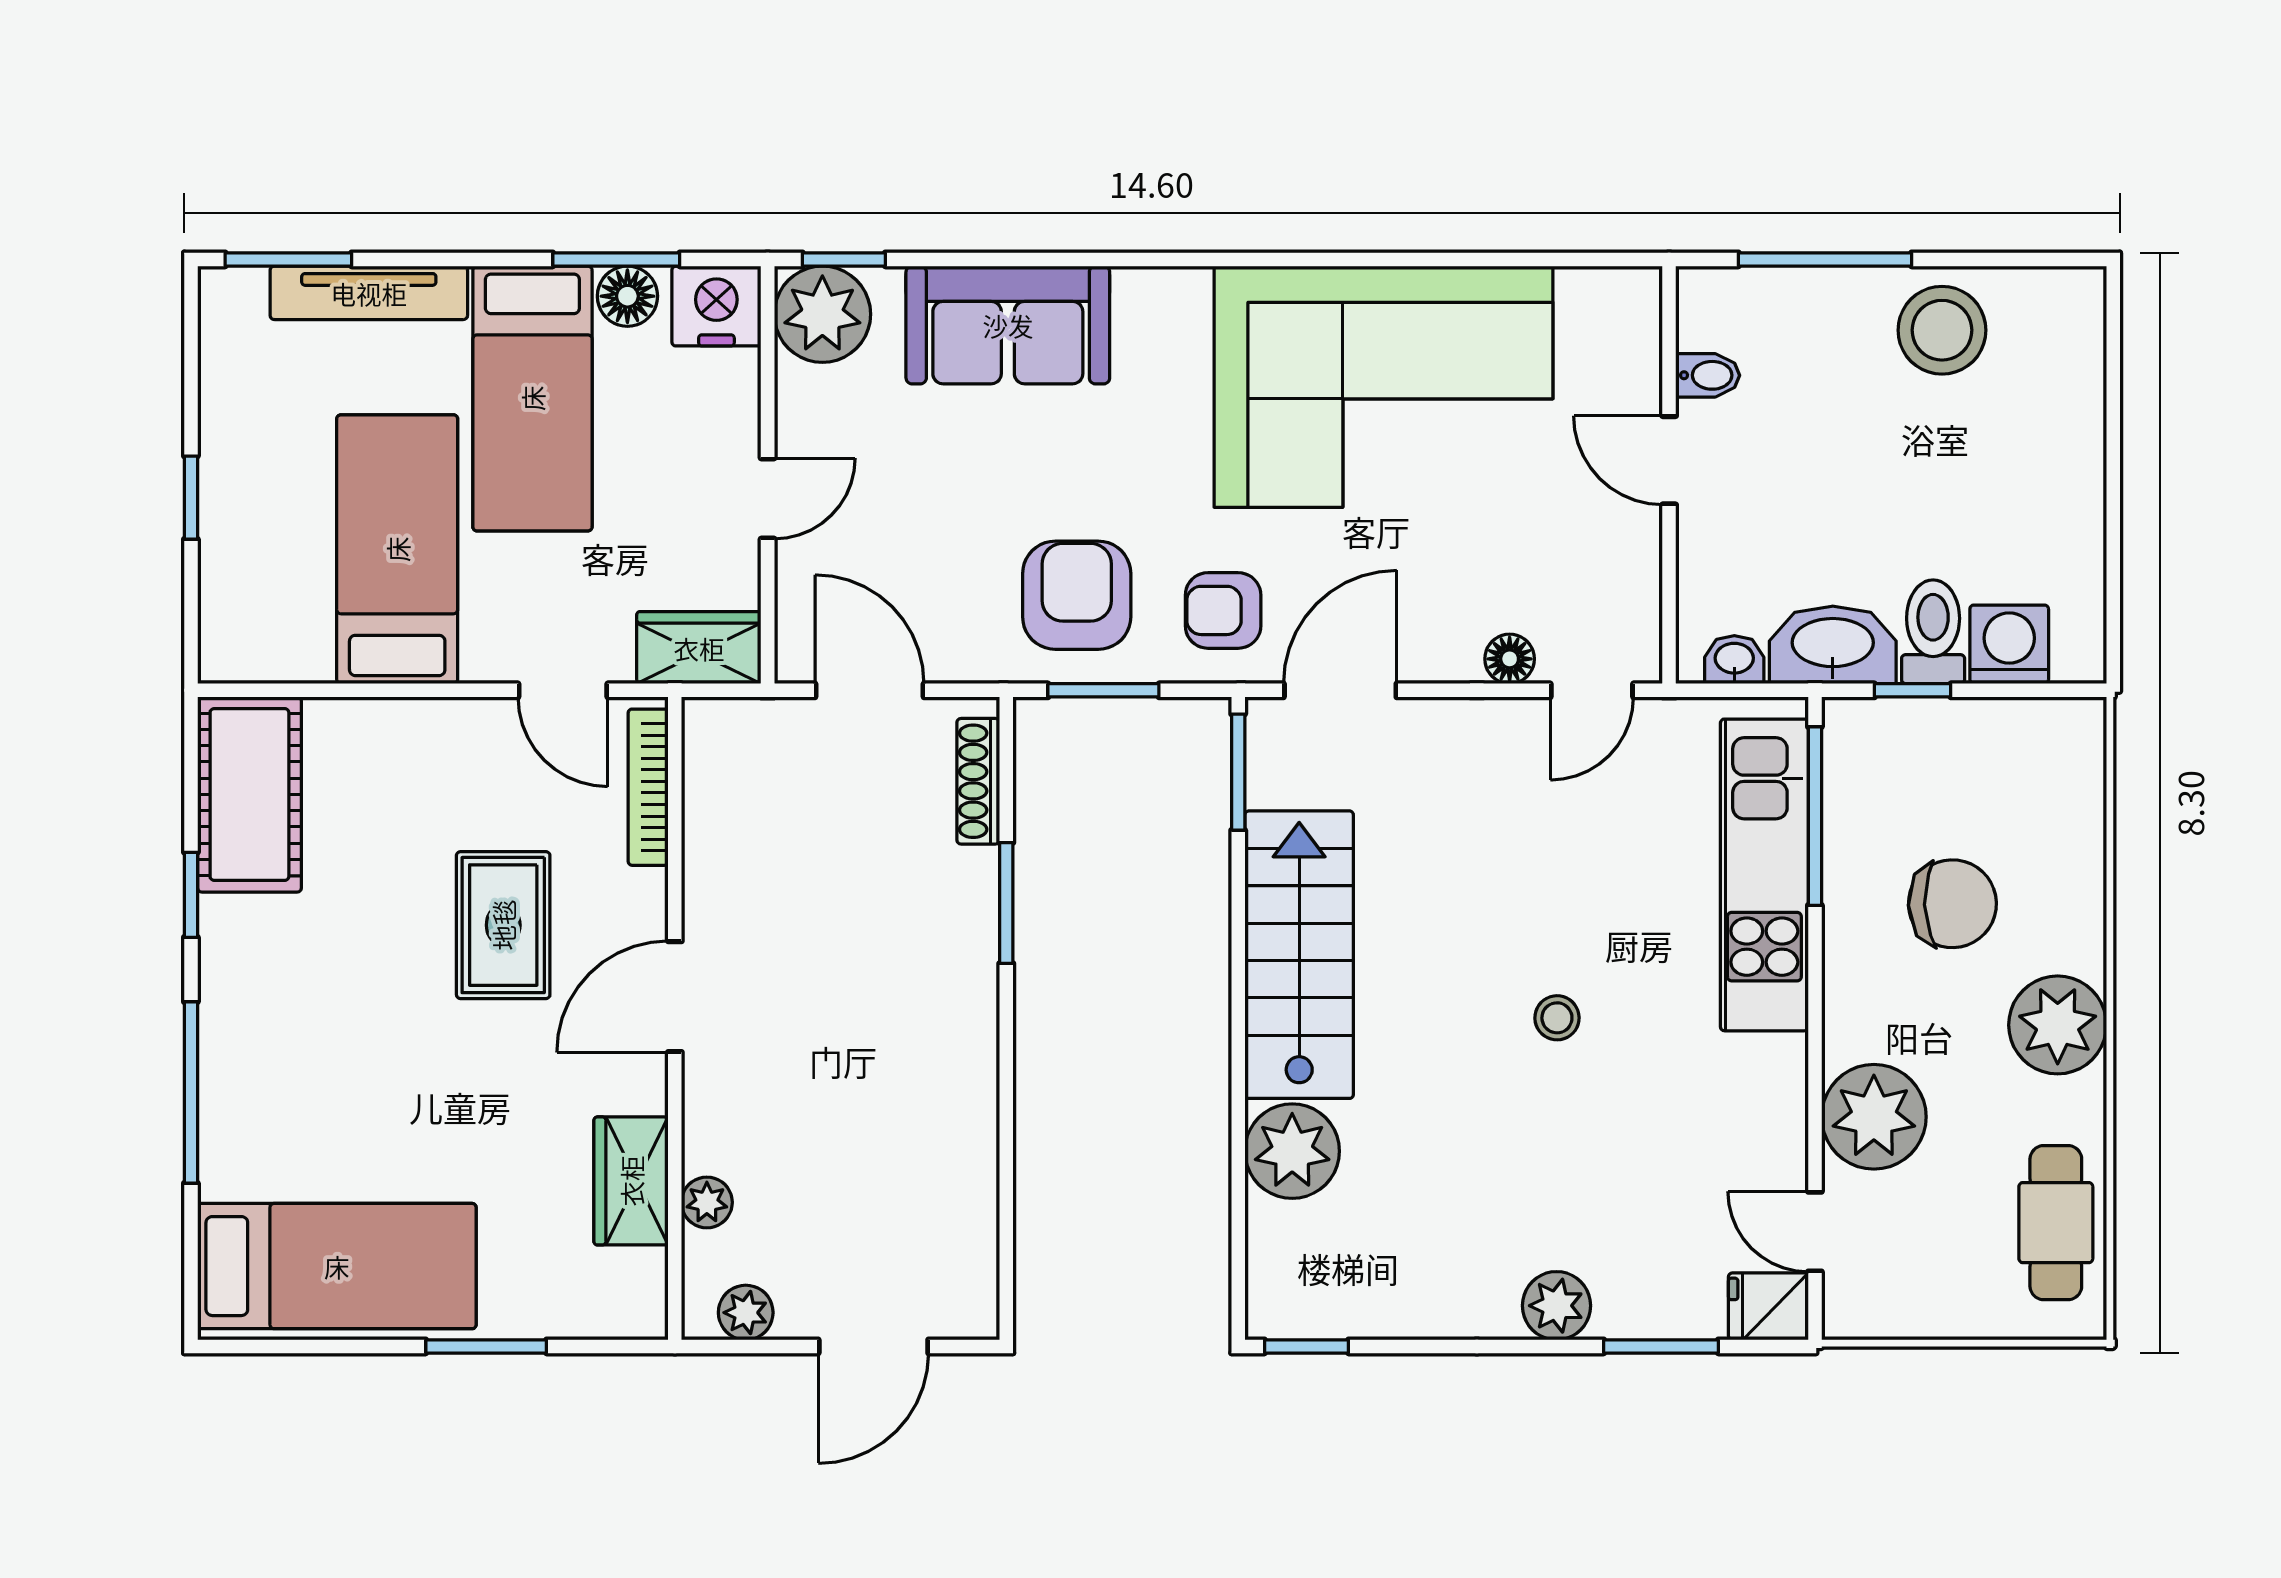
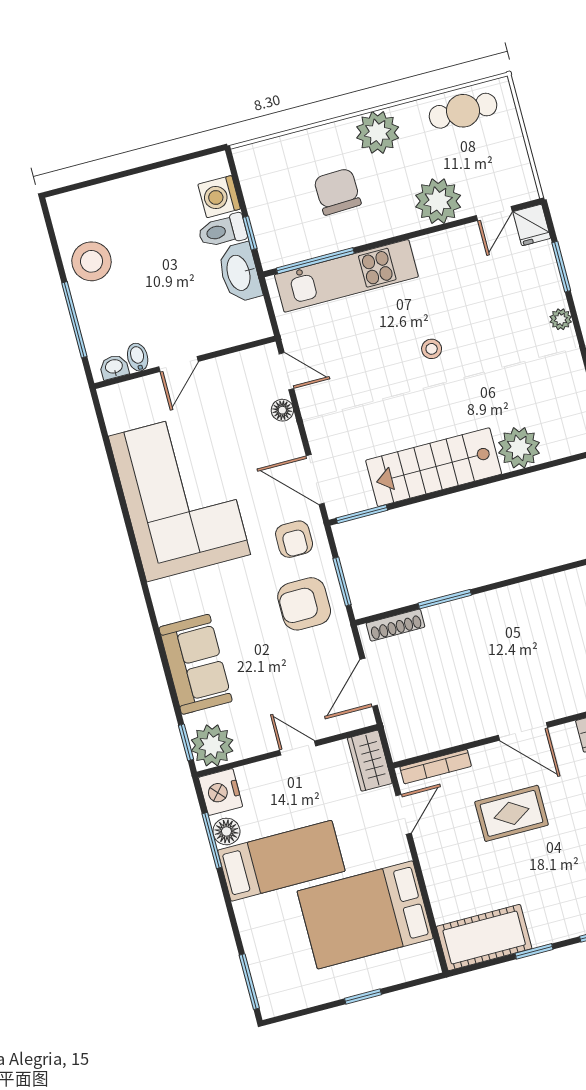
tv unit: (369, 293) -> (254, 943), removed
bed: (397, 549) -> (365, 915), width x1.50
washbasin: (1734, 660) -> (114, 367), moved, turned 90
plant: (1557, 1306) -> (561, 319), width x0.73, depth x0.73

